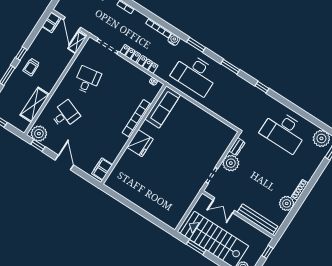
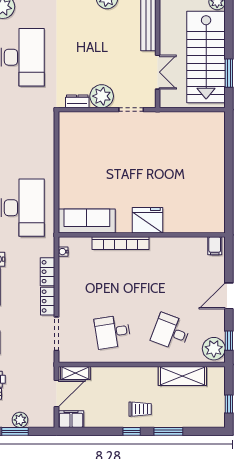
filing cabinet: (102, 169) -> (215, 246), width x0.50

